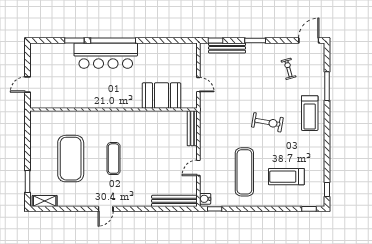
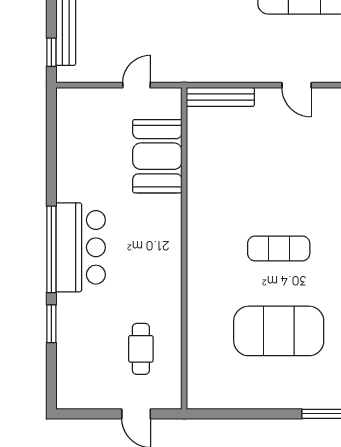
bar counter: (106, 56) -> (81, 247), width x0.73
cafe table: (61, 87) -> (141, 349), added

